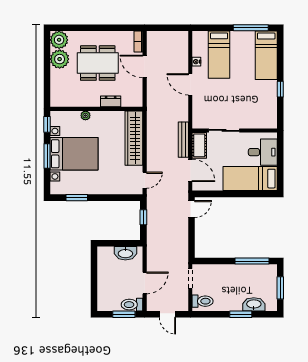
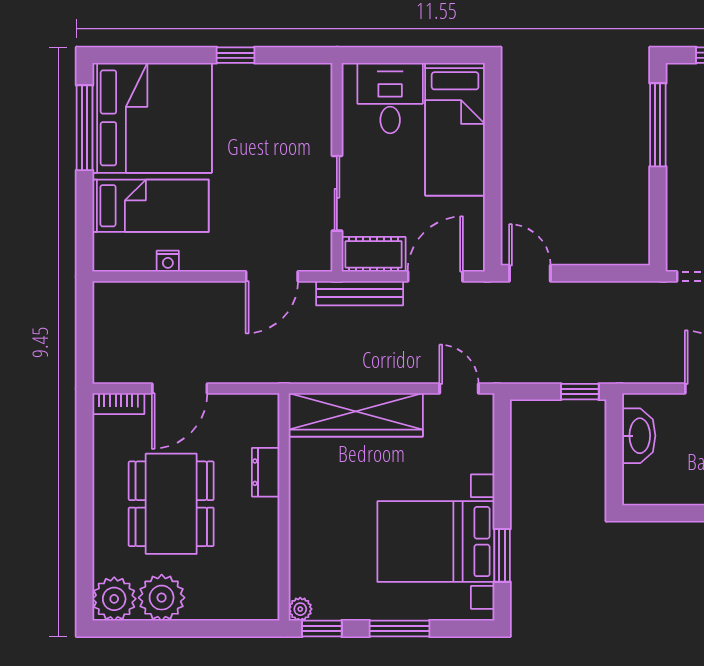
bed: (266, 55) -> (152, 118), width x2.04
door: (190, 84) -> (272, 276), moved
plant: (85, 116) -> (300, 609), moved
bed with nightstands: (74, 154) -> (436, 542), moved, turned -90
window: (143, 217) -> (580, 392), moved

